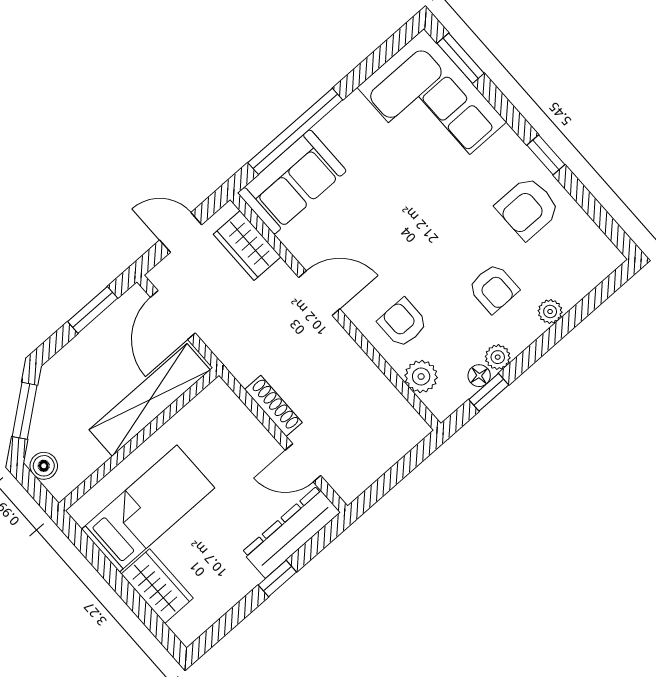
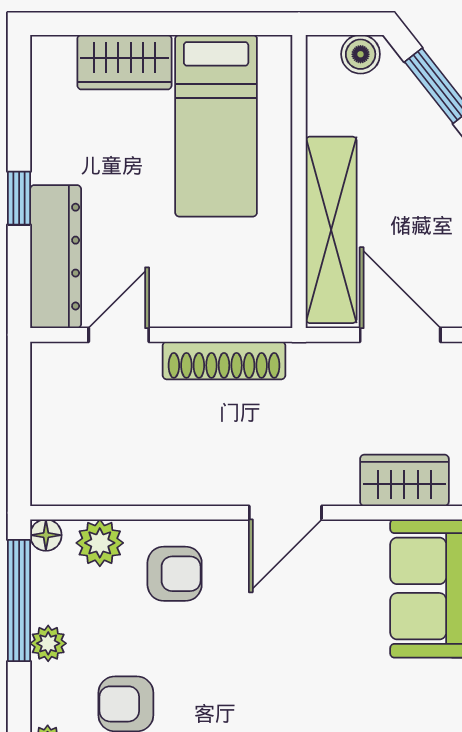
floor lamp: (479, 376) -> (46, 535), moved
window: (489, 392) -> (19, 601), width x2.17
shoe rack: (273, 406) -> (224, 360), width x1.36, depth x1.24

